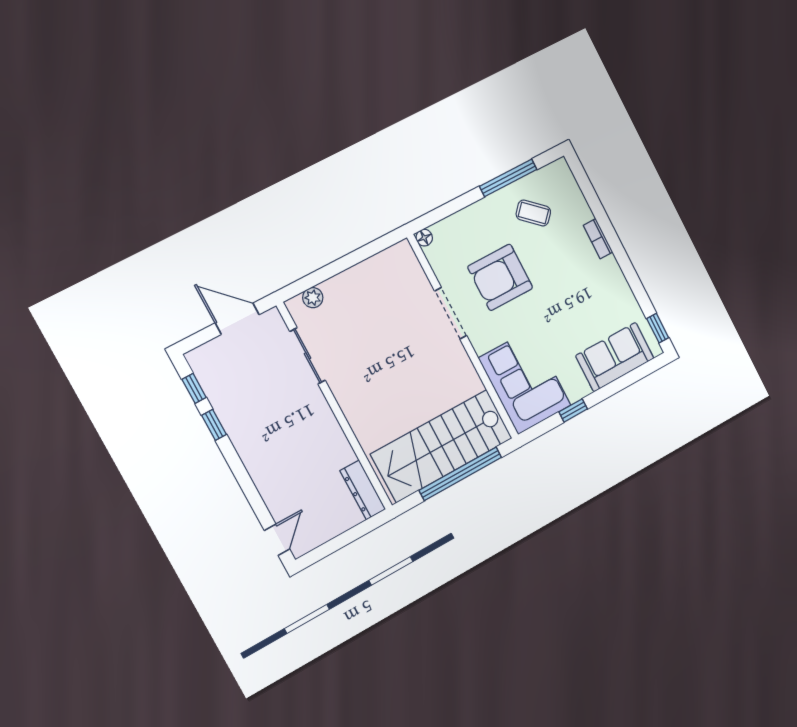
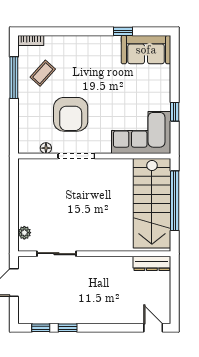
floor lamp: (424, 238) -> (46, 148), moved
bookcase: (598, 239) -> (31, 41), moved
window: (658, 328) -> (123, 31), moved
sofa: (615, 357) -> (146, 50), moved, turned -90

